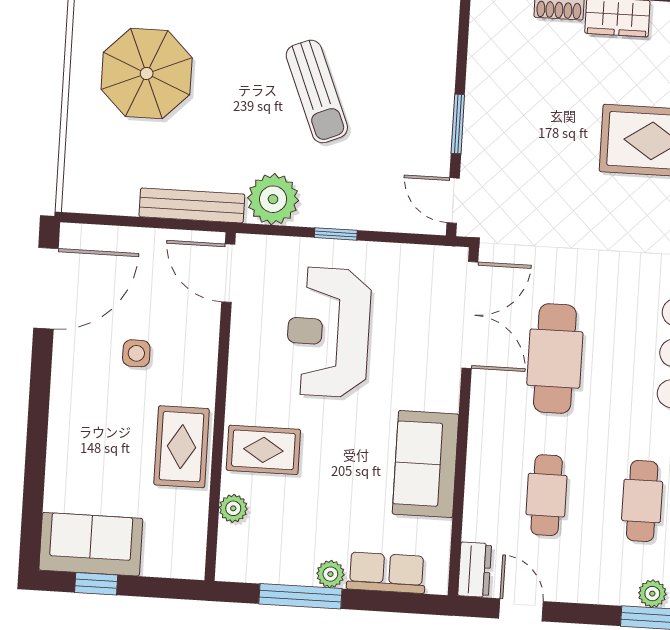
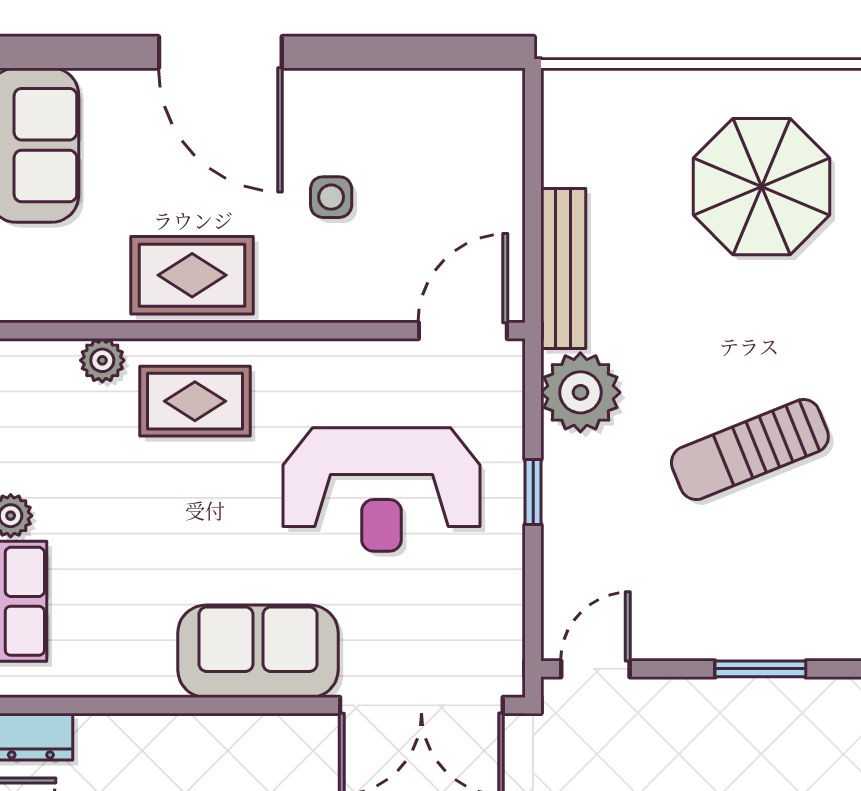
window: (458, 124) -> (760, 669), moved
door: (46, 288) -> (220, 52), moved
reception desk: (328, 332) -> (381, 490), turned 180
rug: (263, 450) -> (195, 401), turned 90
sofa: (426, 464) -> (258, 651), moved

